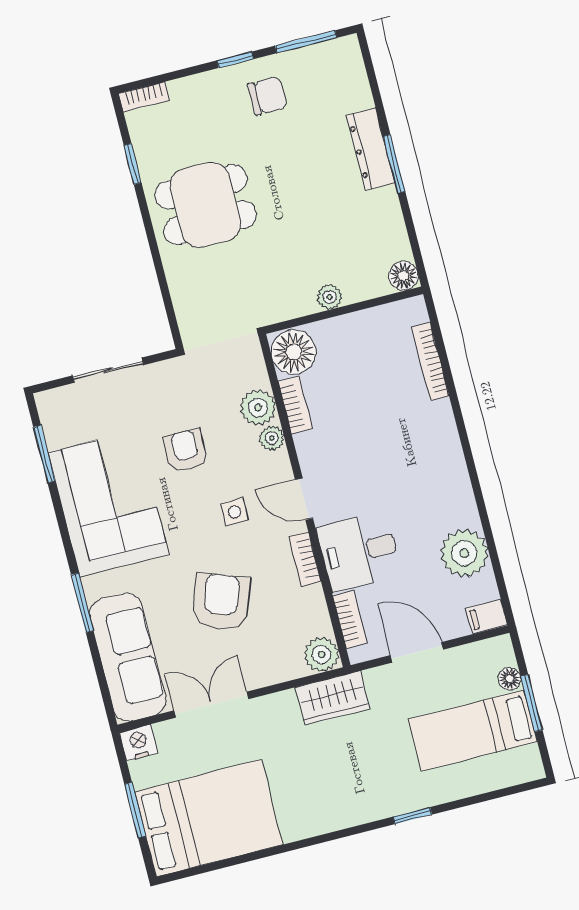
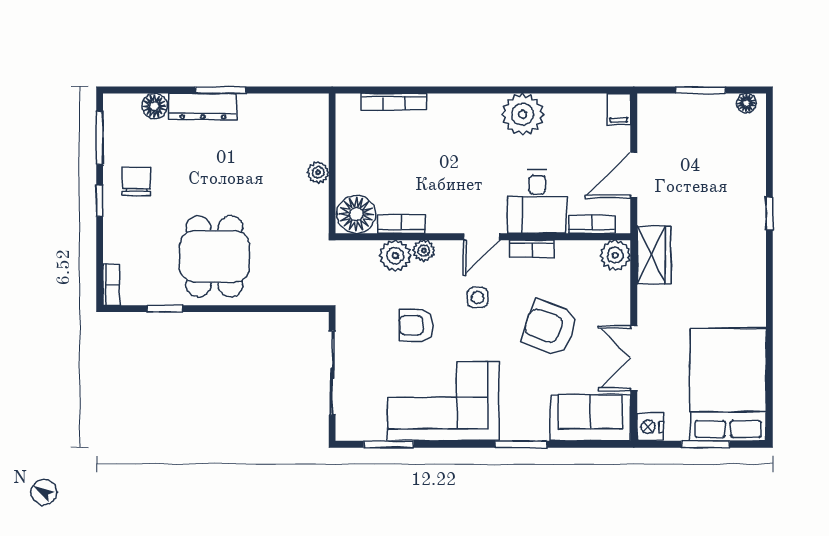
floor lamp: (403, 276) -> (154, 106), moved
sliding door: (108, 370) -> (332, 373), width x1.37
plant: (464, 553) -> (523, 114), moved
sofa: (128, 657) -> (591, 418), width x0.73
floor lamp: (510, 679) -> (746, 103), moved
bed: (473, 731) -> (711, 145), removed

